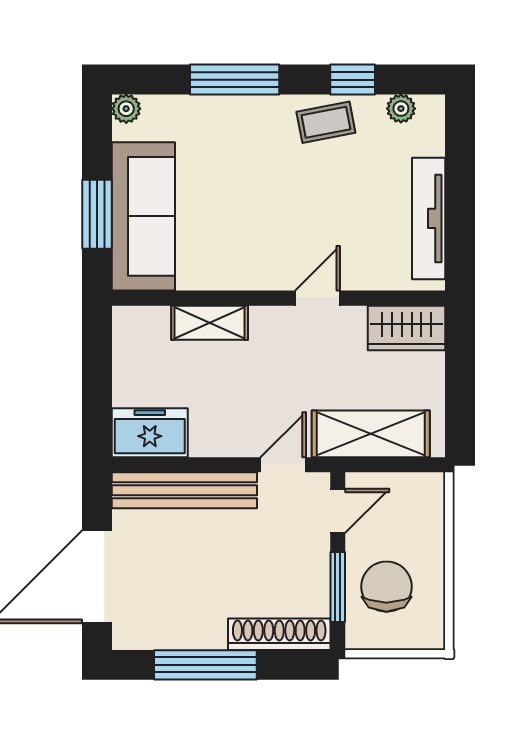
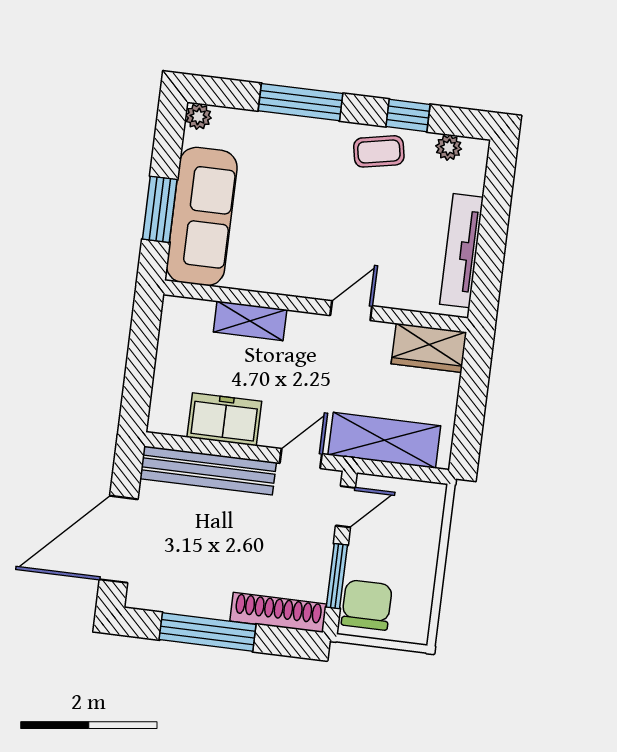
freezer: (150, 433) -> (224, 419), moved
chair: (386, 587) -> (367, 605), moved

